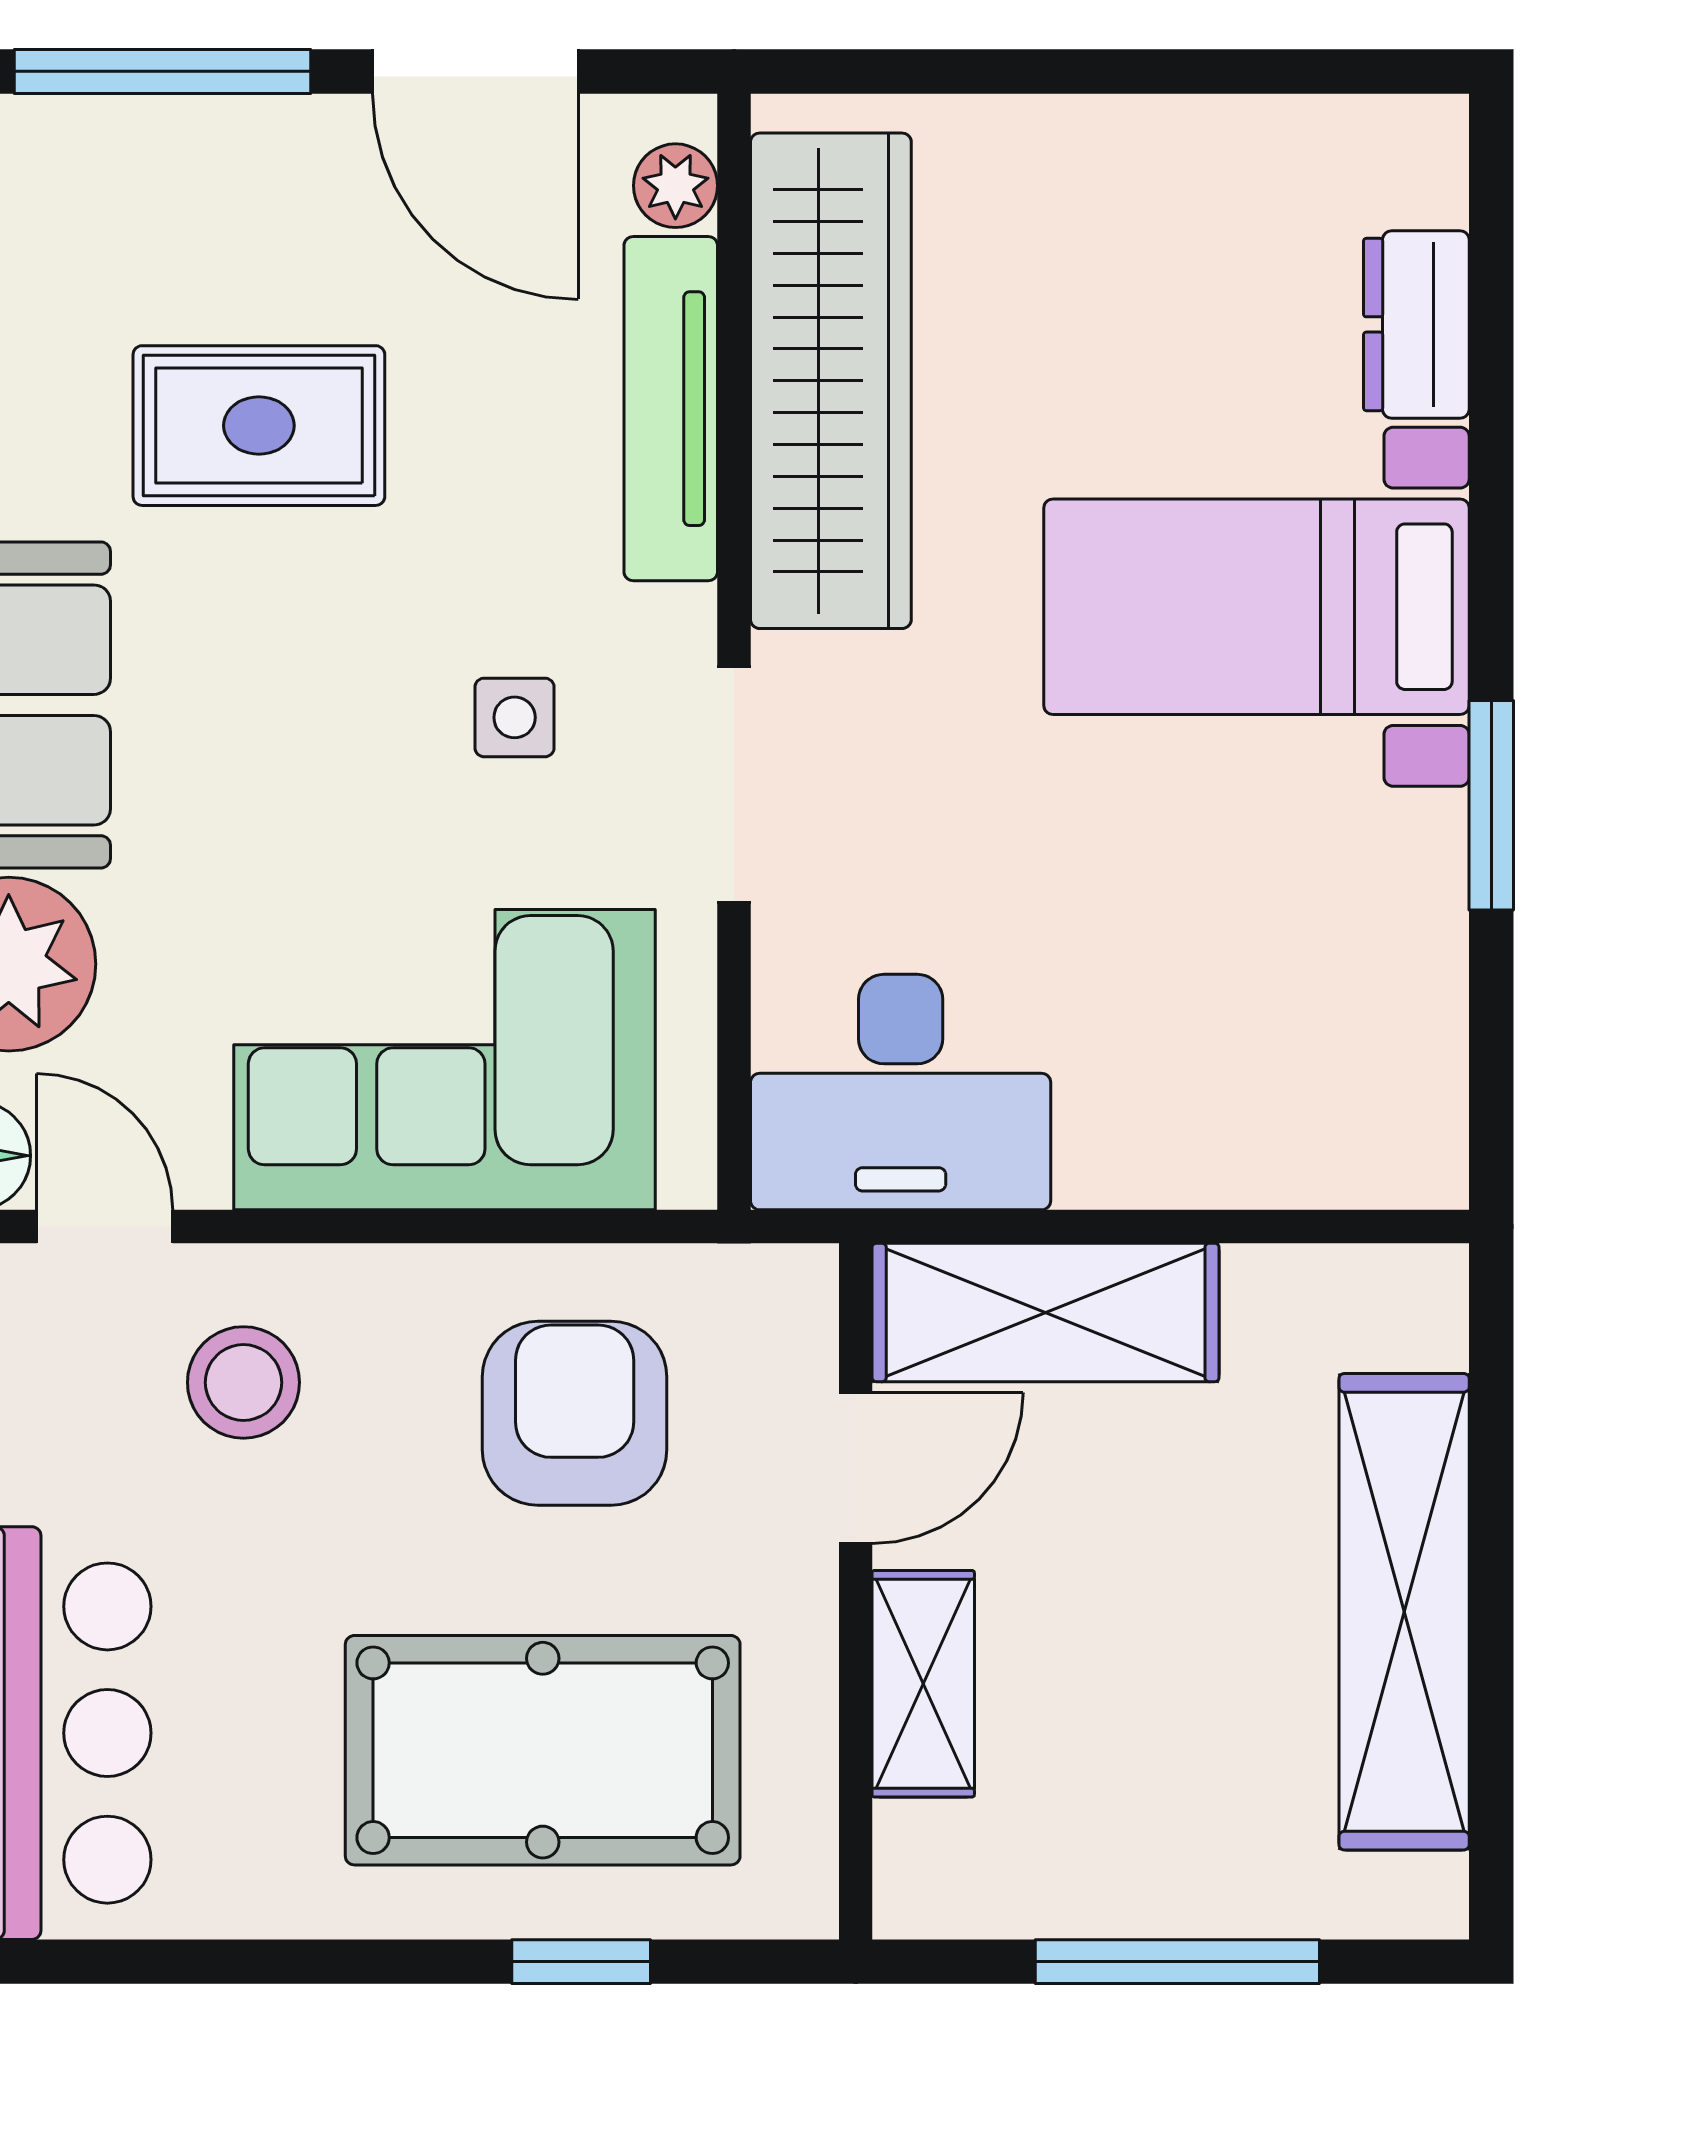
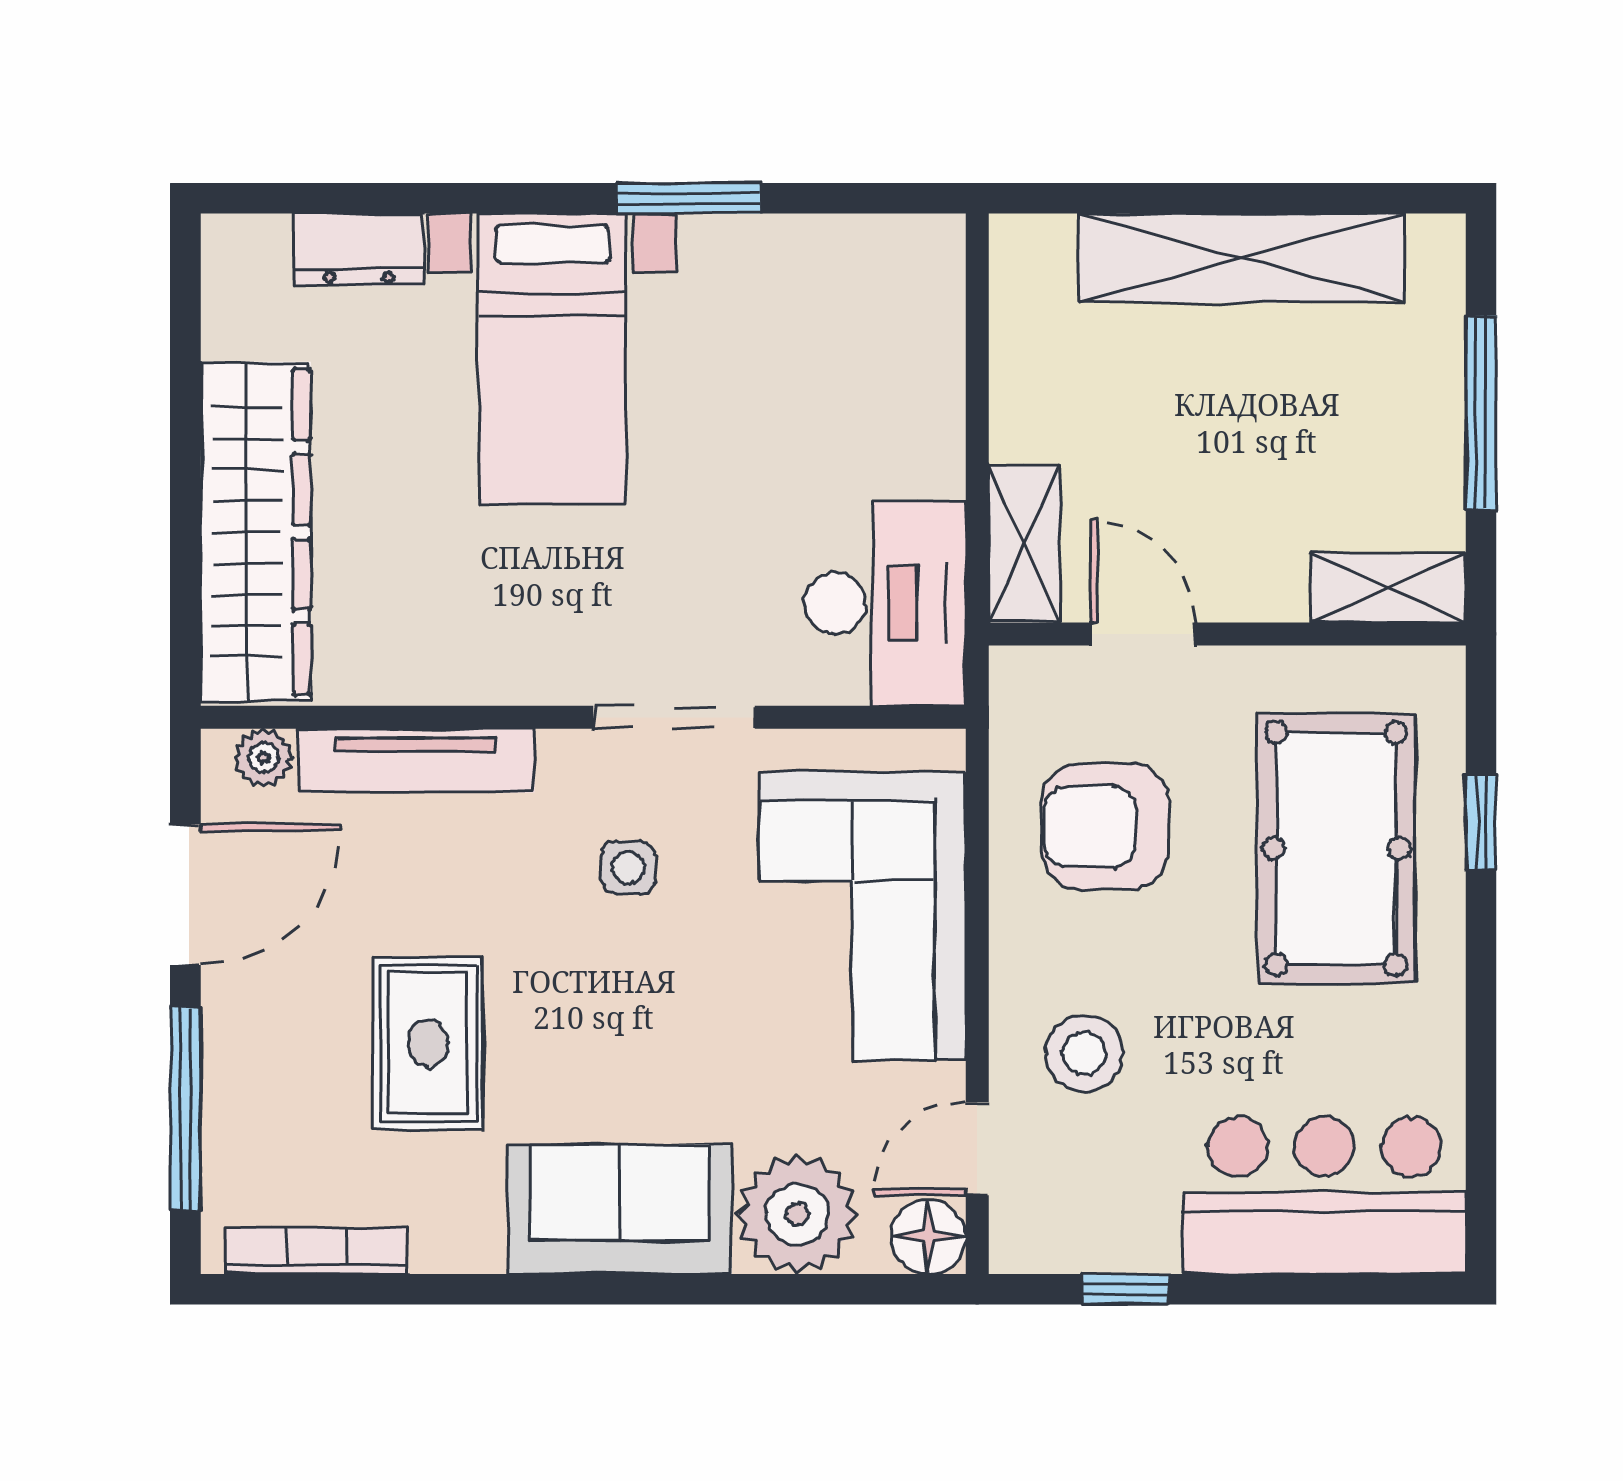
wardrobe: (831, 381) -> (256, 532), moved, turned 90
shelving: (1046, 1312) -> (1024, 543), width x0.67, depth x0.75
shelving: (923, 1684) -> (1388, 588), moved

